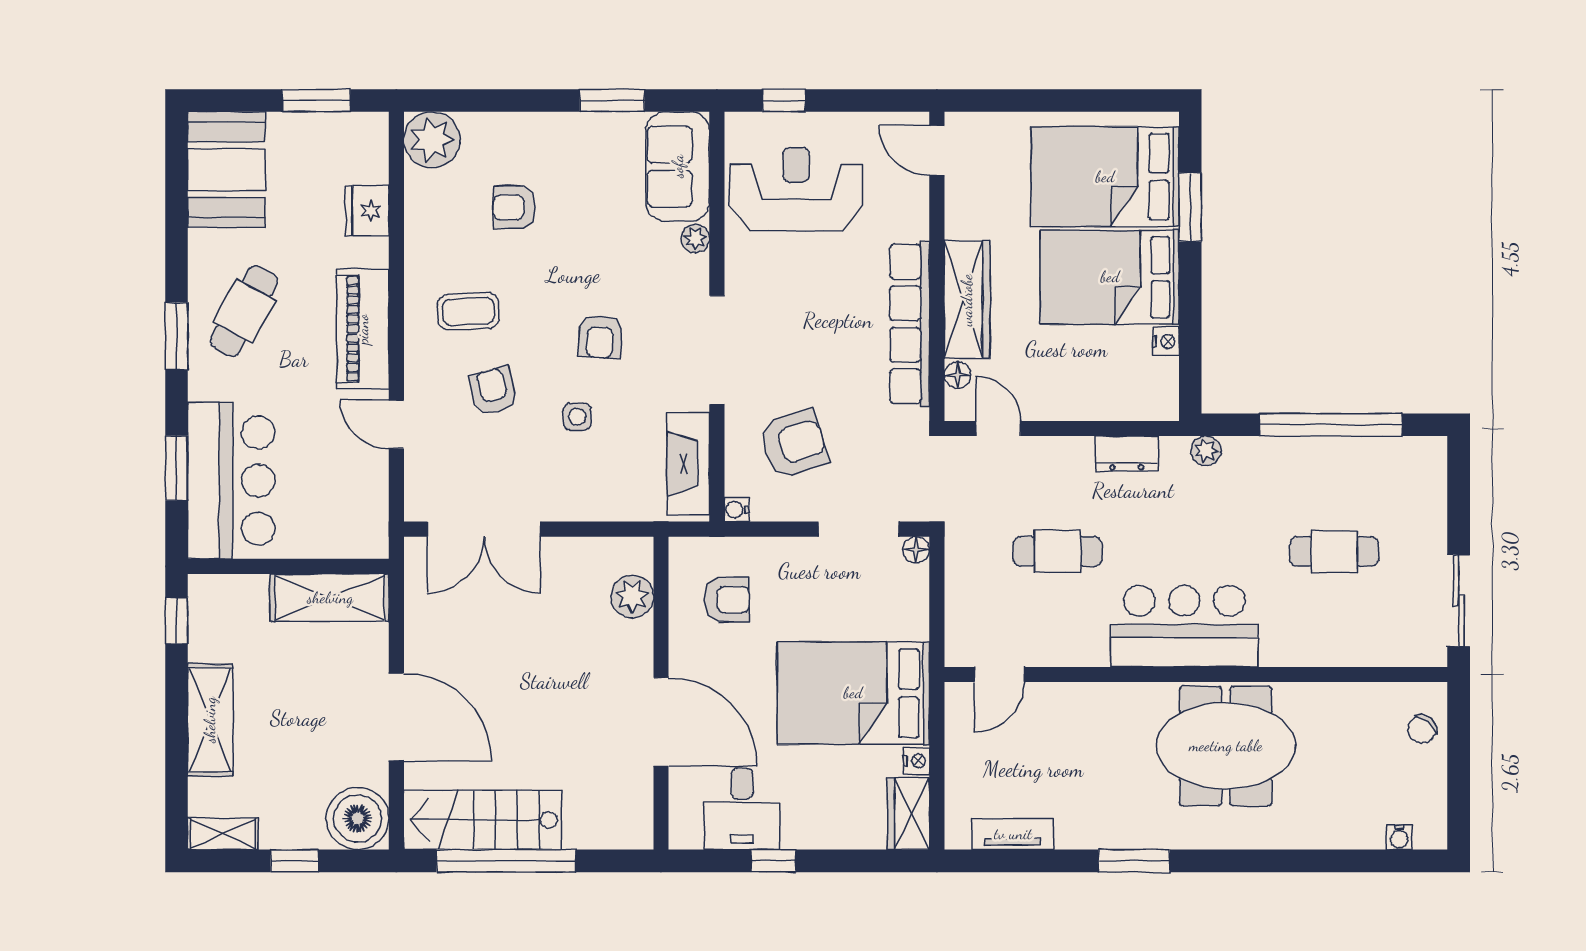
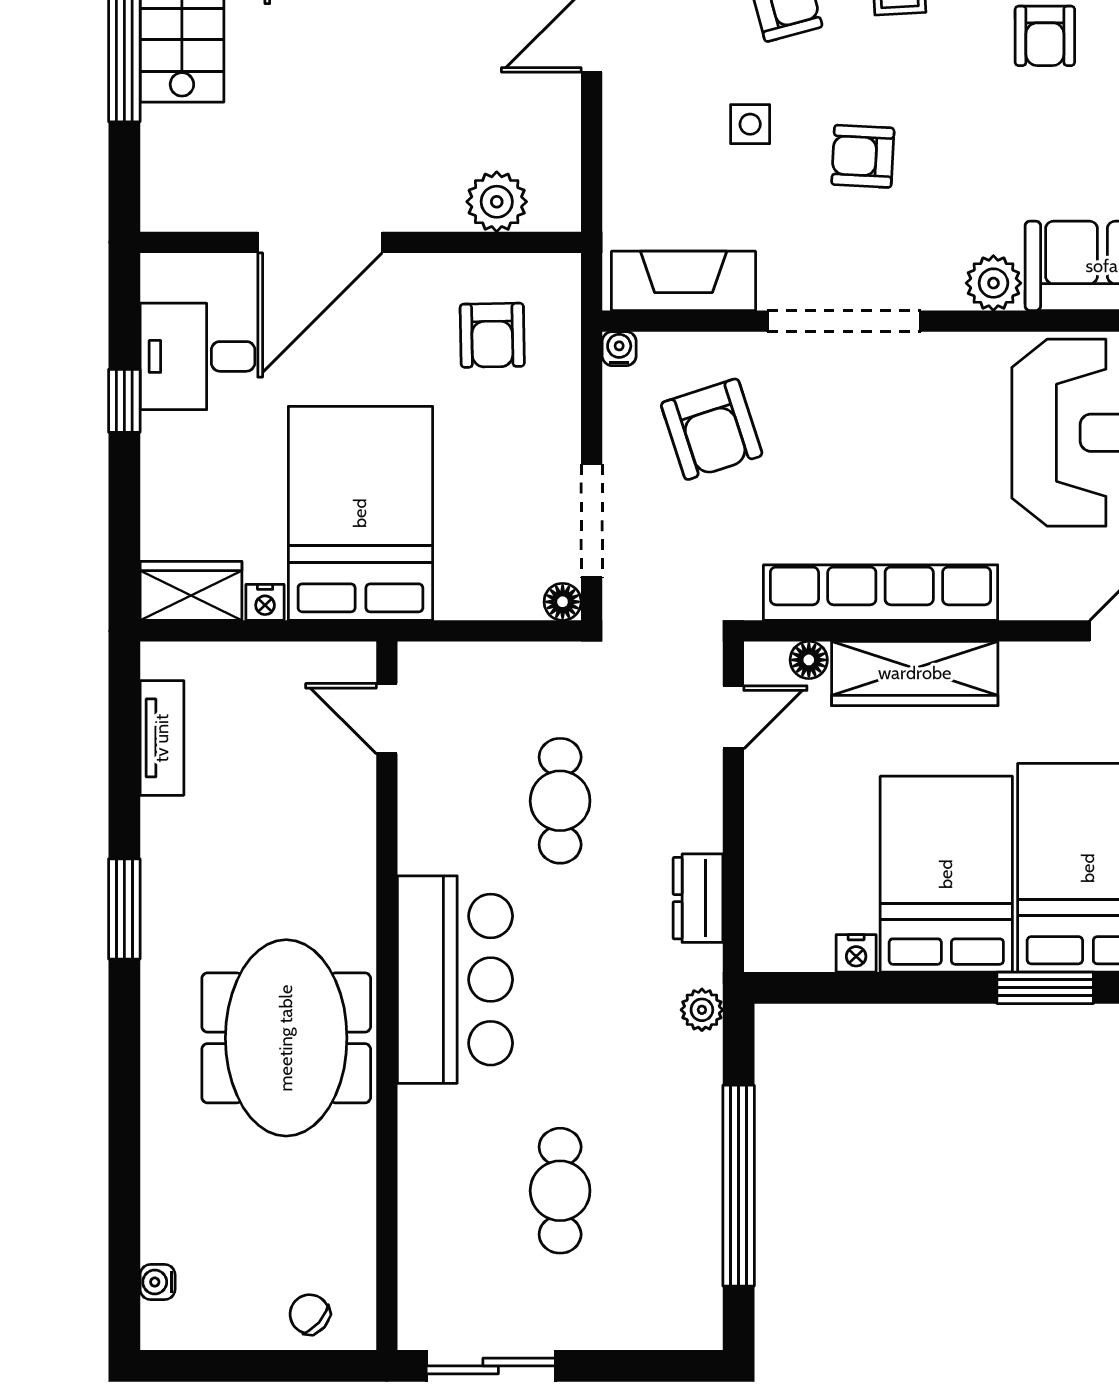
armchair: (514, 207) -> (1045, 36), turned 180
plant: (695, 238) -> (993, 283), width x1.38, depth x1.38

